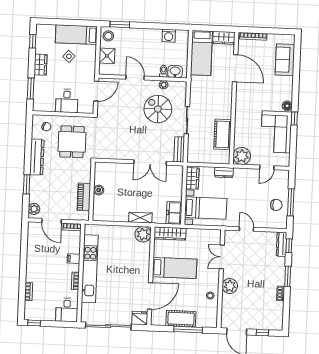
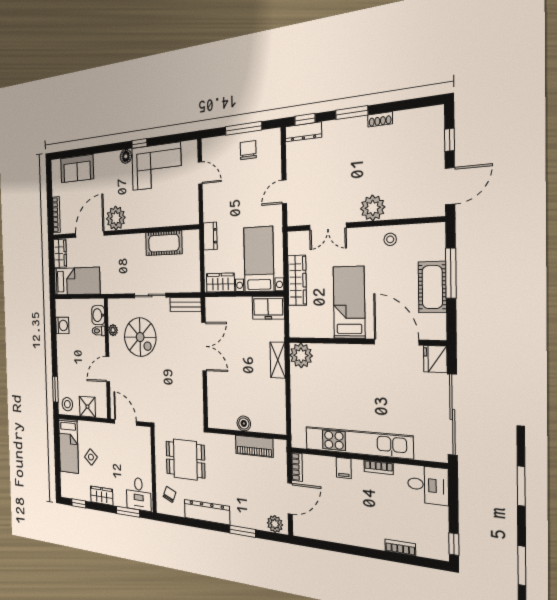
desk: (67, 101) -> (139, 494), moved, turned 90
spiral stairs: (158, 109) -> (140, 337), turned -90
plant: (242, 156) -> (116, 218), moved
wardrobe: (170, 234) -> (297, 280), moved

